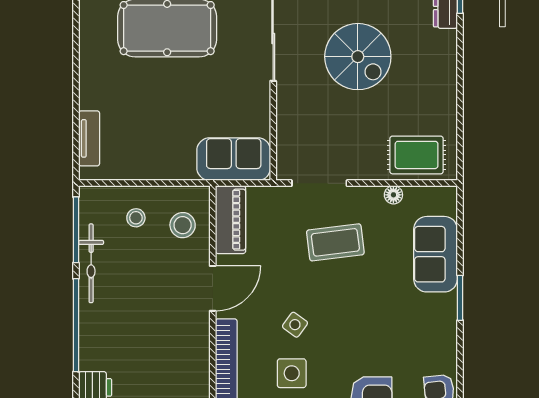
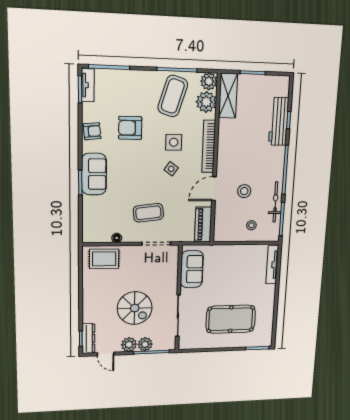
spiral stairs: (358, 57) -> (135, 308), turned 180
tv unit: (89, 138) -> (272, 265), width x1.41
sofa: (234, 159) -> (192, 269), moved, turned -90
stool: (183, 225) -> (244, 191), moved
sofa: (436, 254) -> (94, 174), moved

